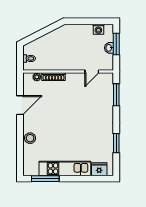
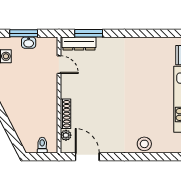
dresser: (108, 87) -> (79, 44), added
door: (20, 105) -> (87, 157), moved
window: (116, 143) -> (151, 33), removed

